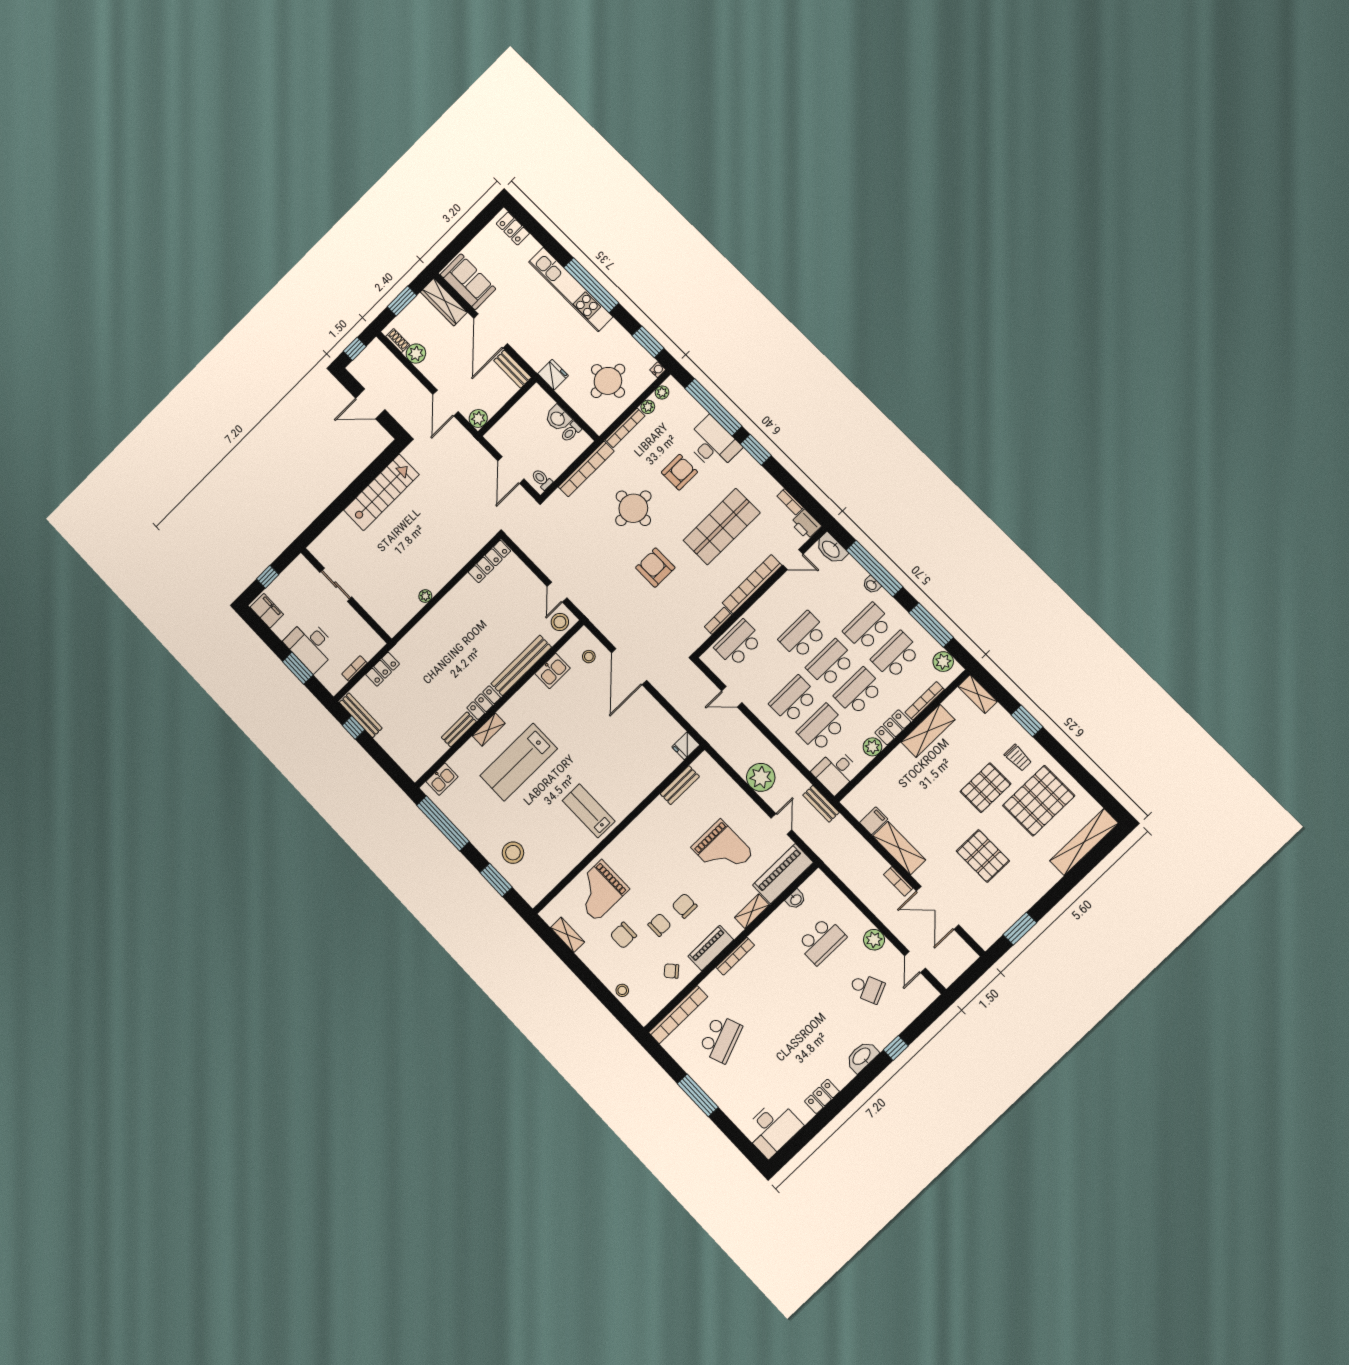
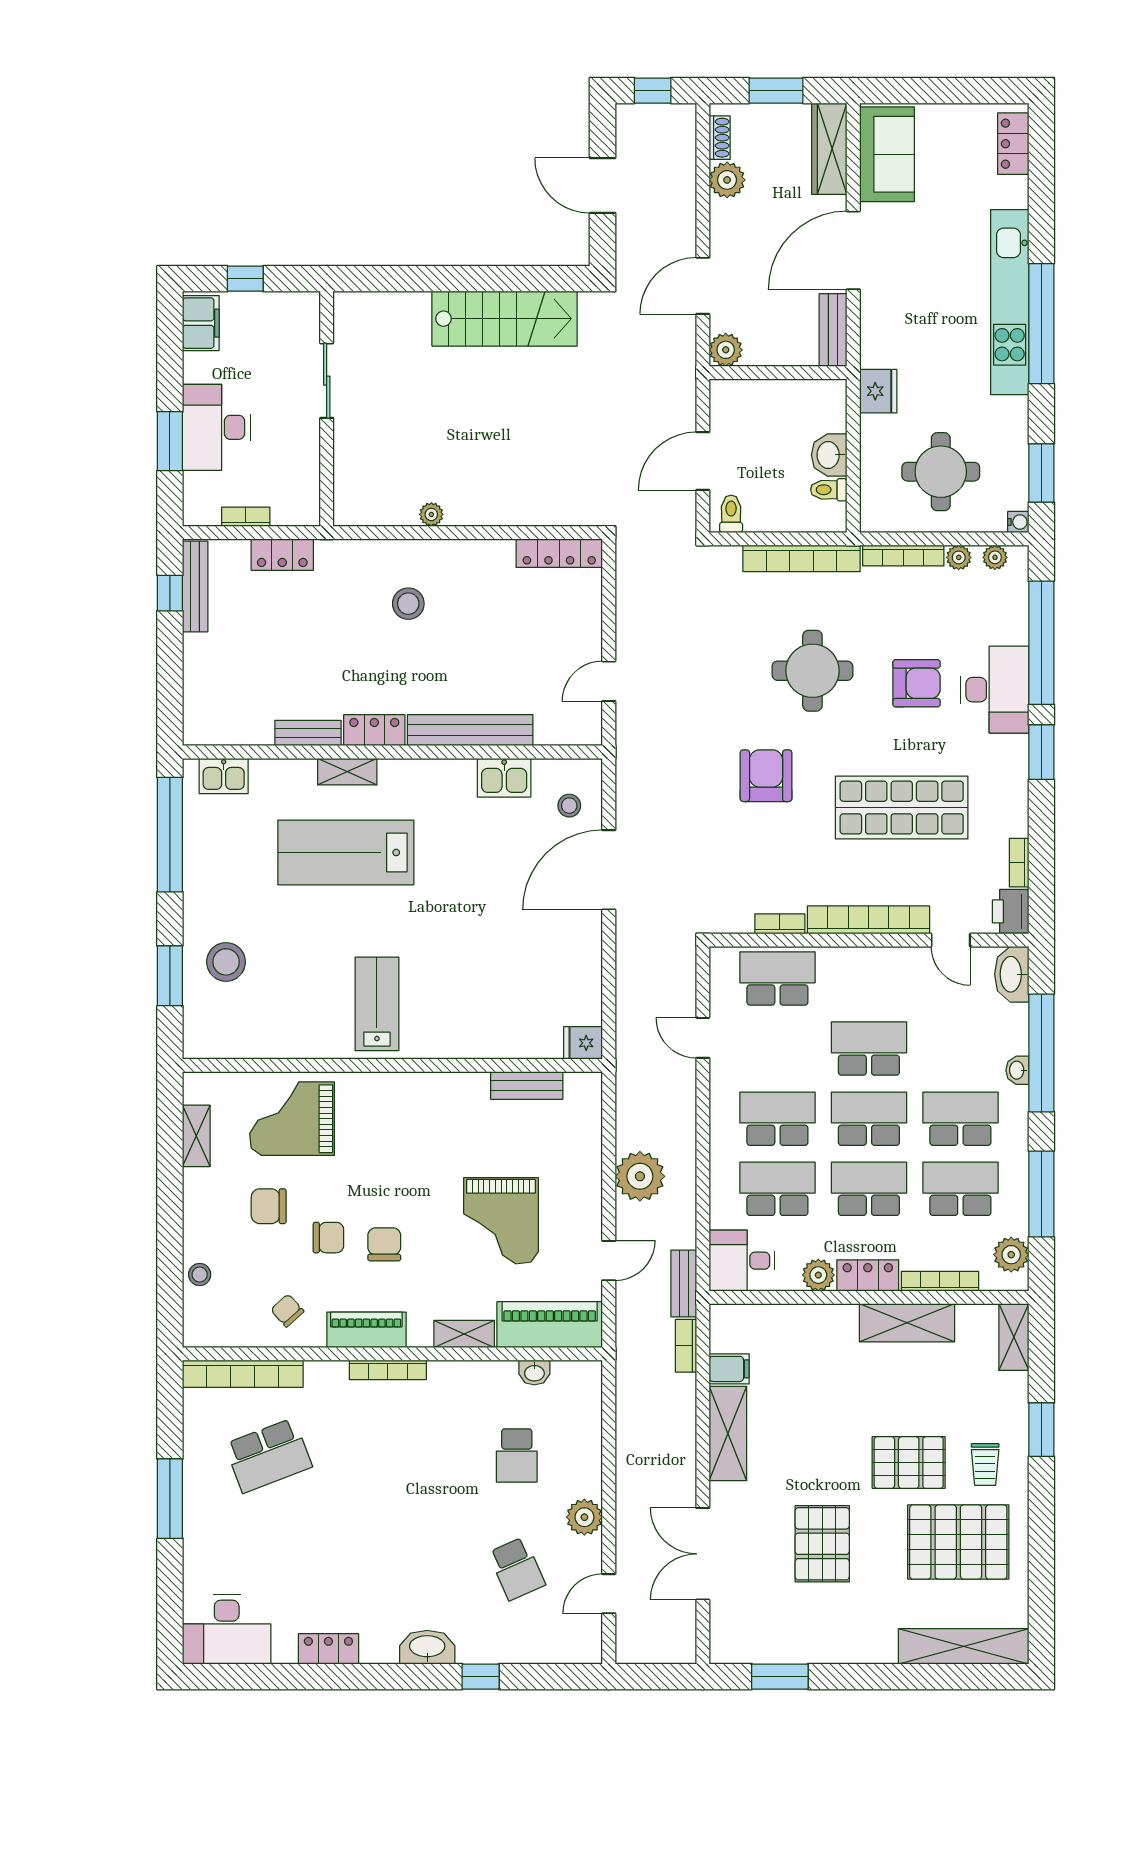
stool: (560, 622) -> (408, 604), moved
bookcase: (898, 881) -> (686, 1346), moved
school desk: (822, 941) -> (517, 1455), width x0.54

